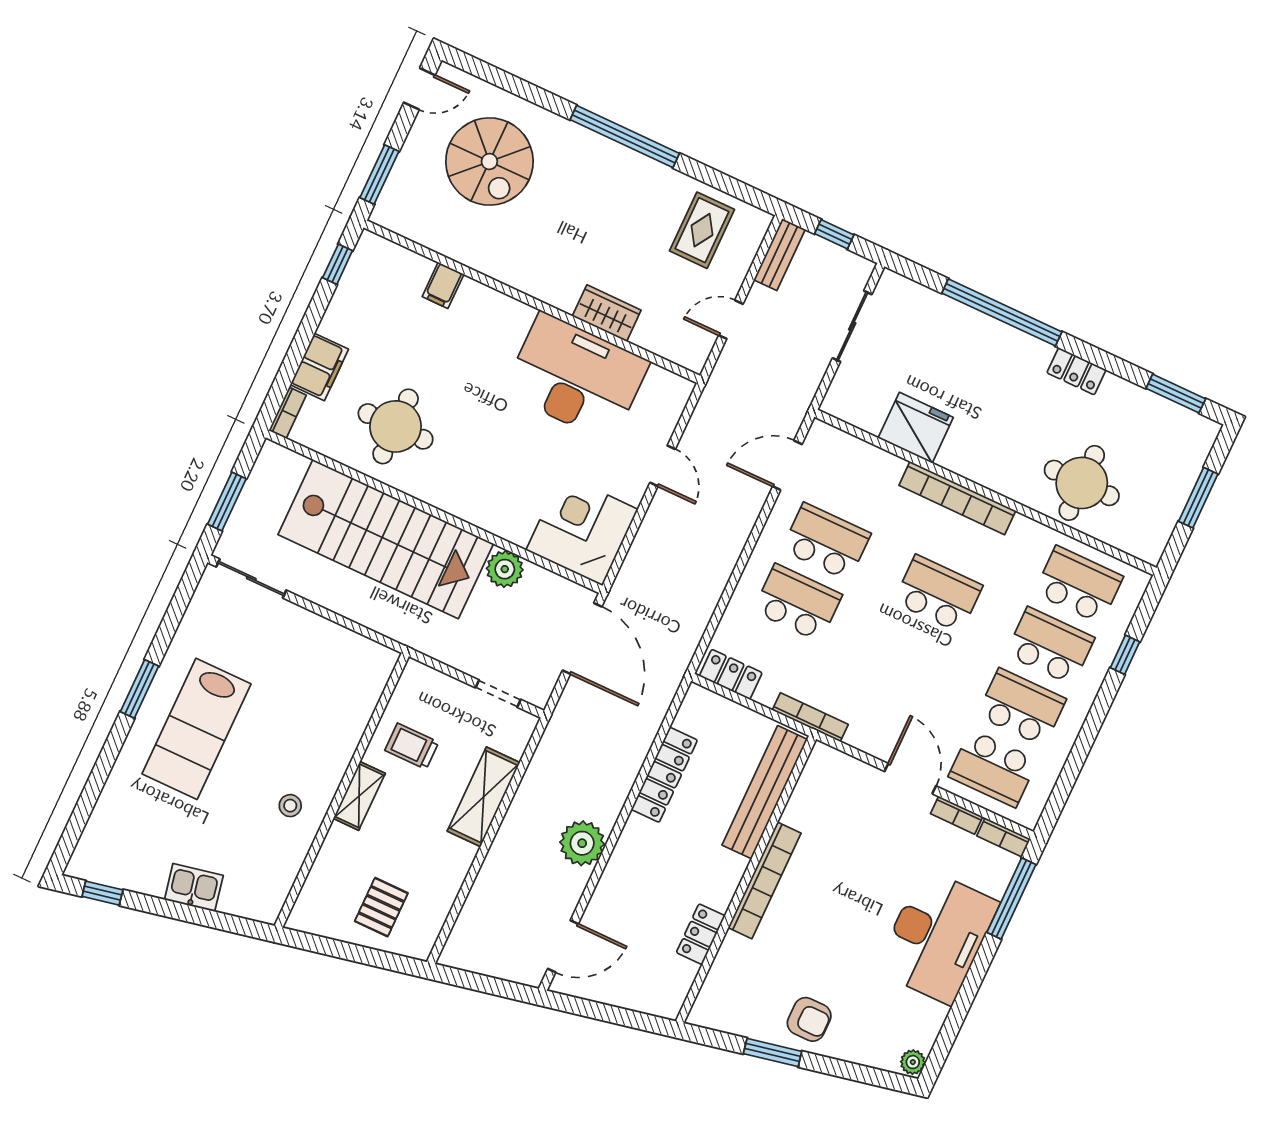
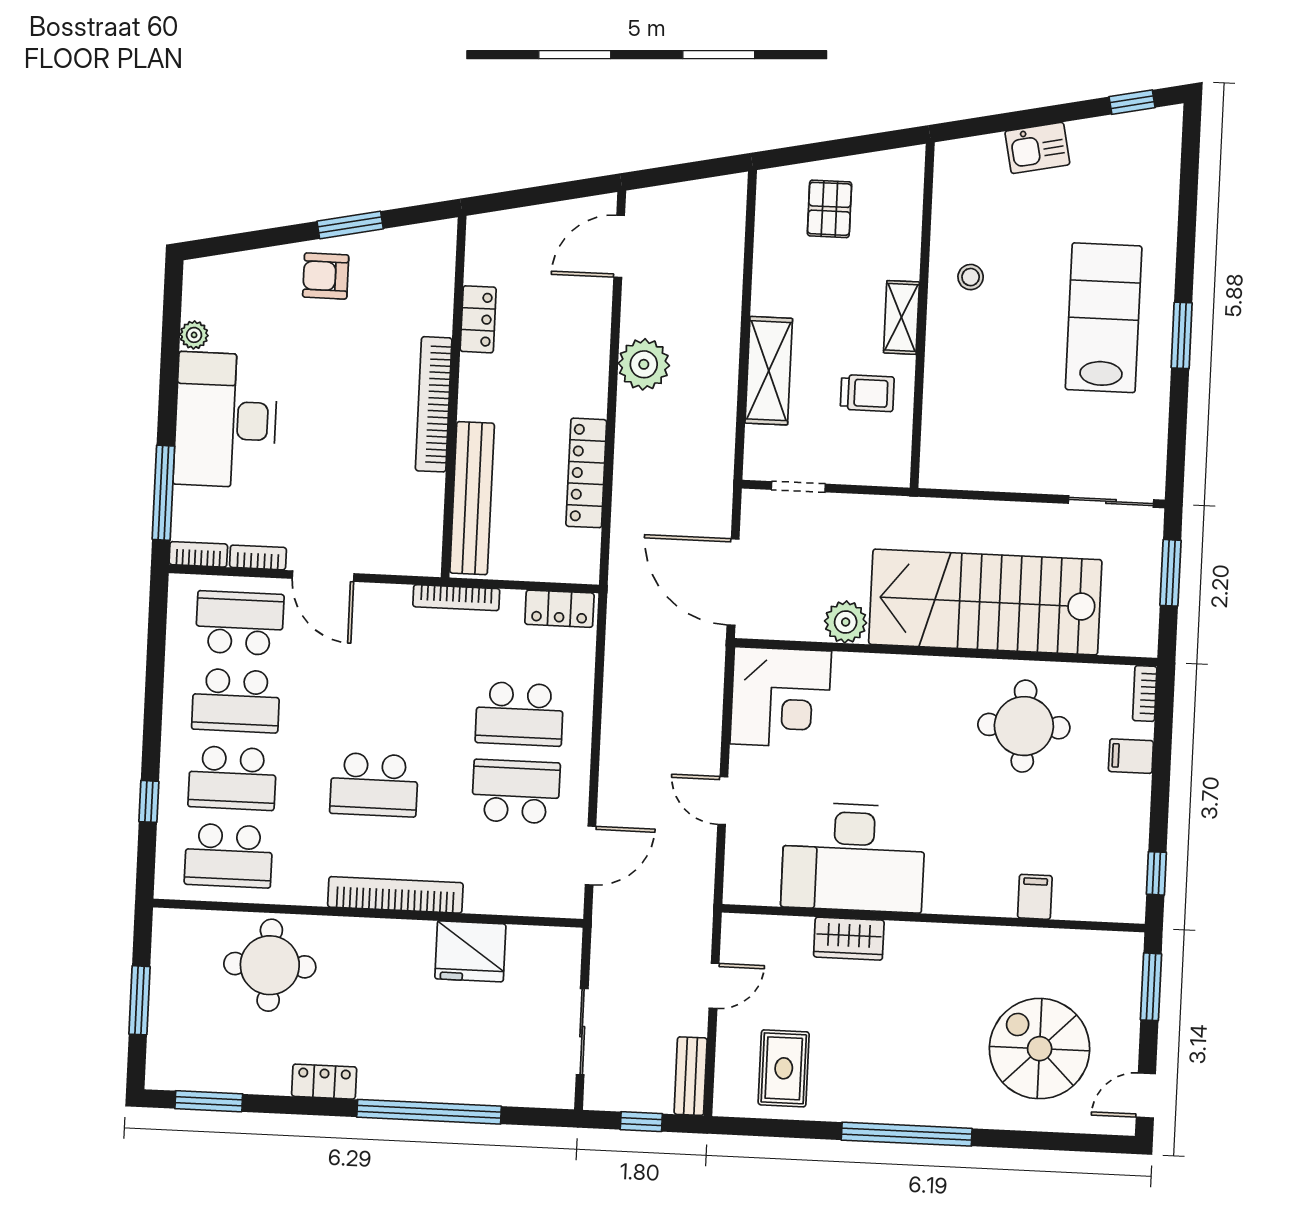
filing cabinet: (319, 367) -> (1131, 756), width x0.50
school desk: (826, 542) -> (516, 791), turned 180
plant: (913, 1062) -> (194, 335), moved

